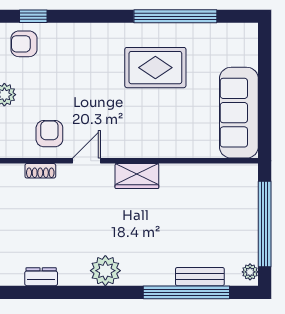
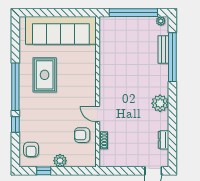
window: (33, 16) -> (15, 125), moved
window: (175, 16) -> (15, 87), moved
sofa: (239, 113) -> (61, 30), width x1.36, depth x1.27
wardrobe: (137, 176) -> (106, 85), removed

